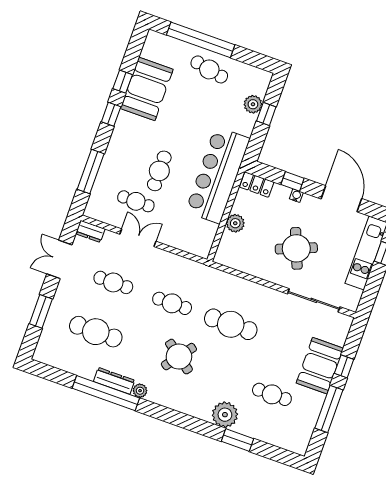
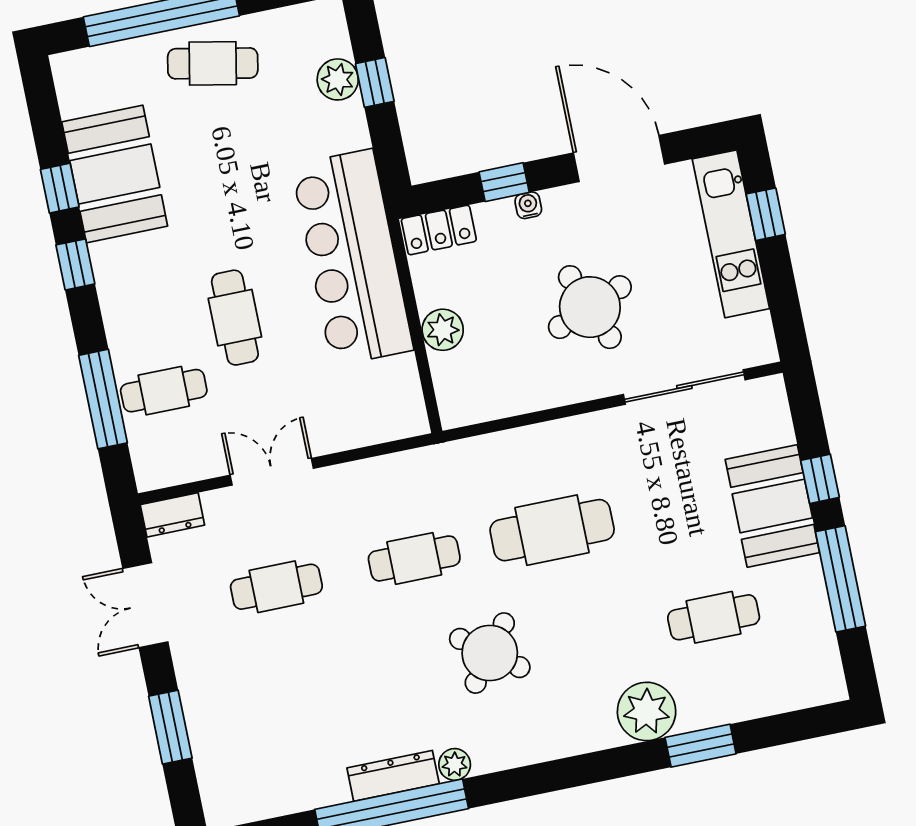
cafe table: (136, 201) -> (164, 391), moved
cafe table: (96, 332) -> (300, 702), removed

